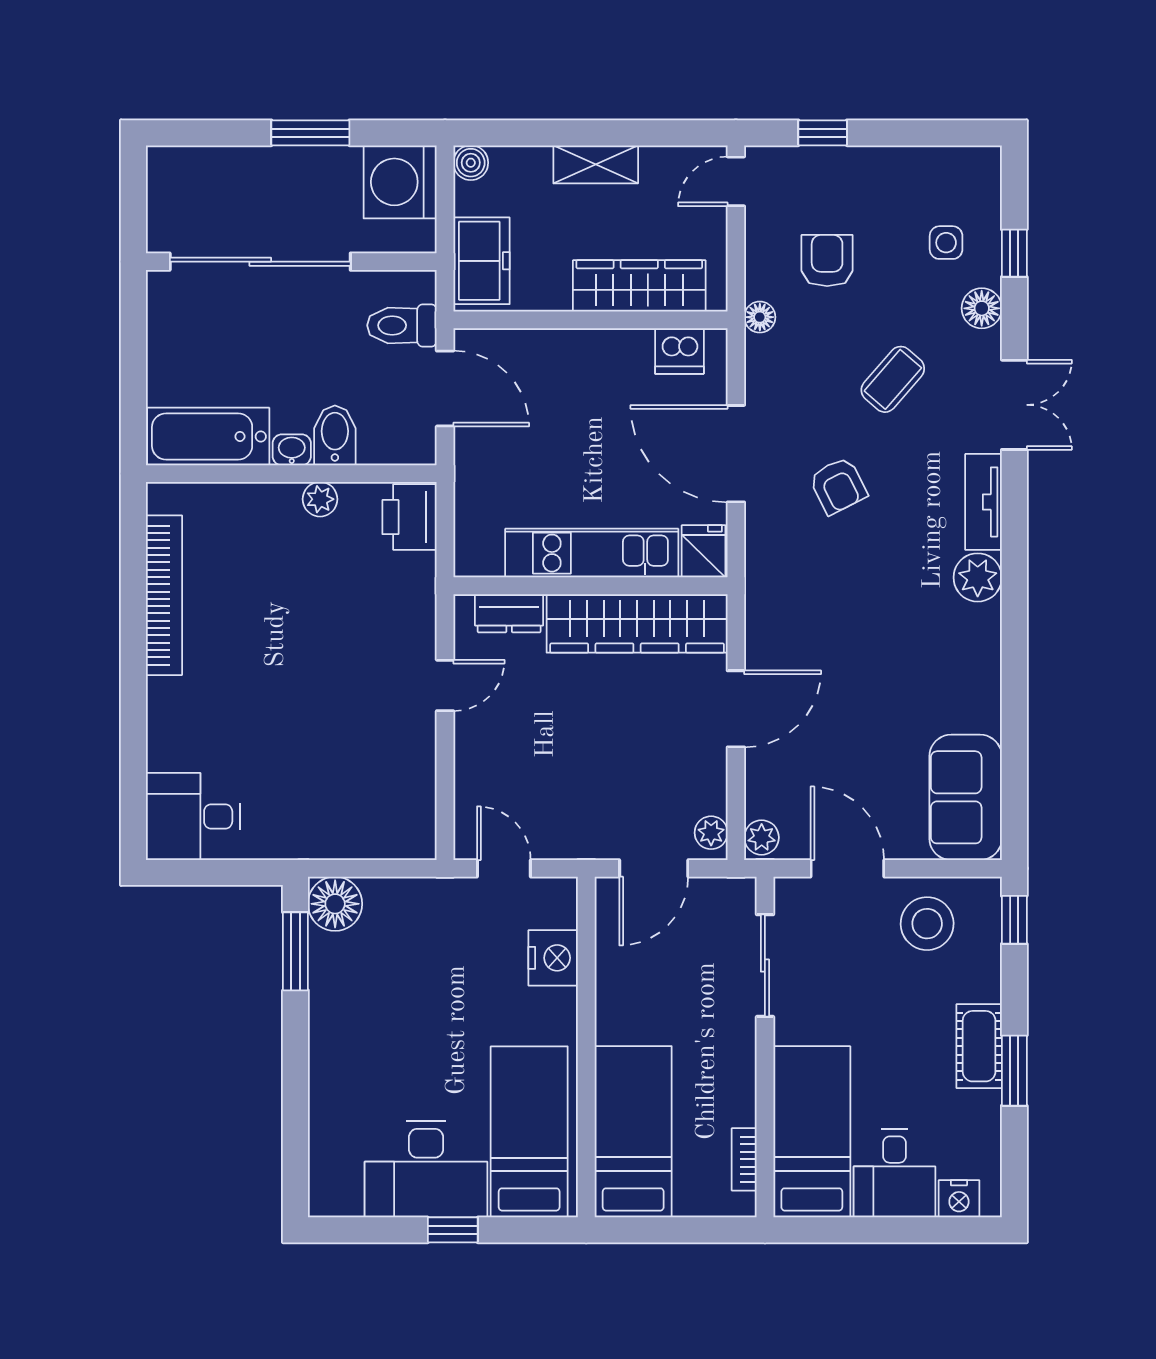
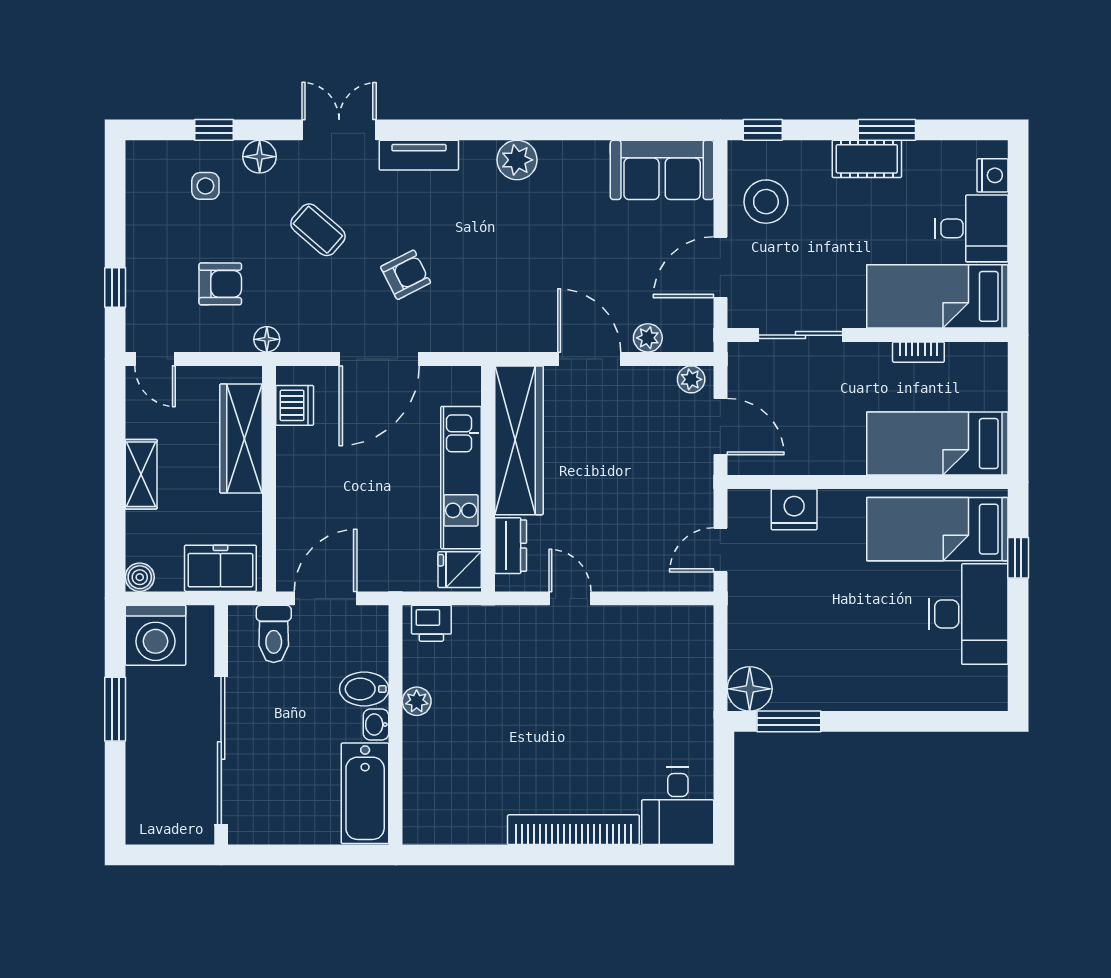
armchair: (827, 261) -> (220, 284), turned 180
printer: (410, 517) -> (431, 623), width x0.73, depth x0.81
fridge: (704, 551) -> (460, 570), moved
plant: (978, 577) -> (517, 160), moved
bookcase: (164, 595) -> (573, 830), moved
plant: (762, 837) -> (648, 338), moved
bookcase: (744, 1159) -> (918, 352), moved
window: (453, 1230) -> (1018, 558), moved

